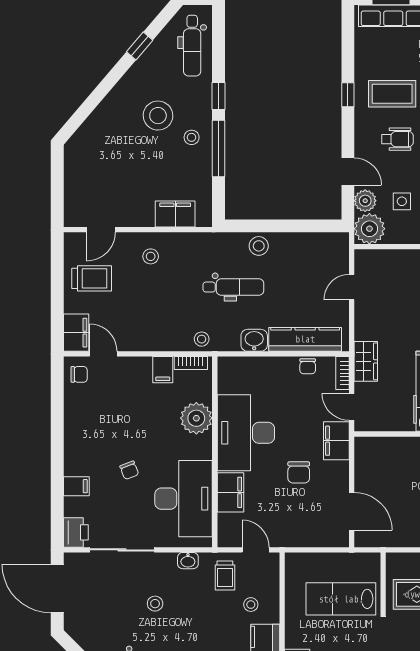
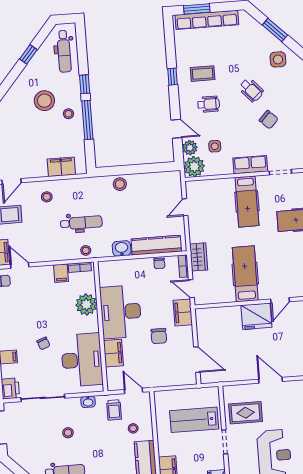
coffee table: (392, 94) -> (203, 74), width x0.73, depth x0.77
dental chair: (233, 287) -> (81, 223), moved

